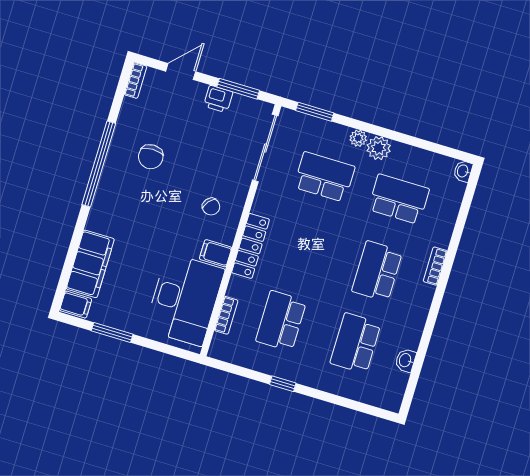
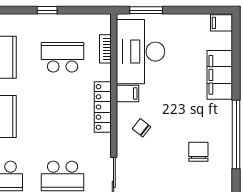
filing cabinet: (90, 264) -> (220, 75), moved
school desk: (281, 321) -> (63, 57), turned -90
window: (112, 332) -> (146, 10), moved

